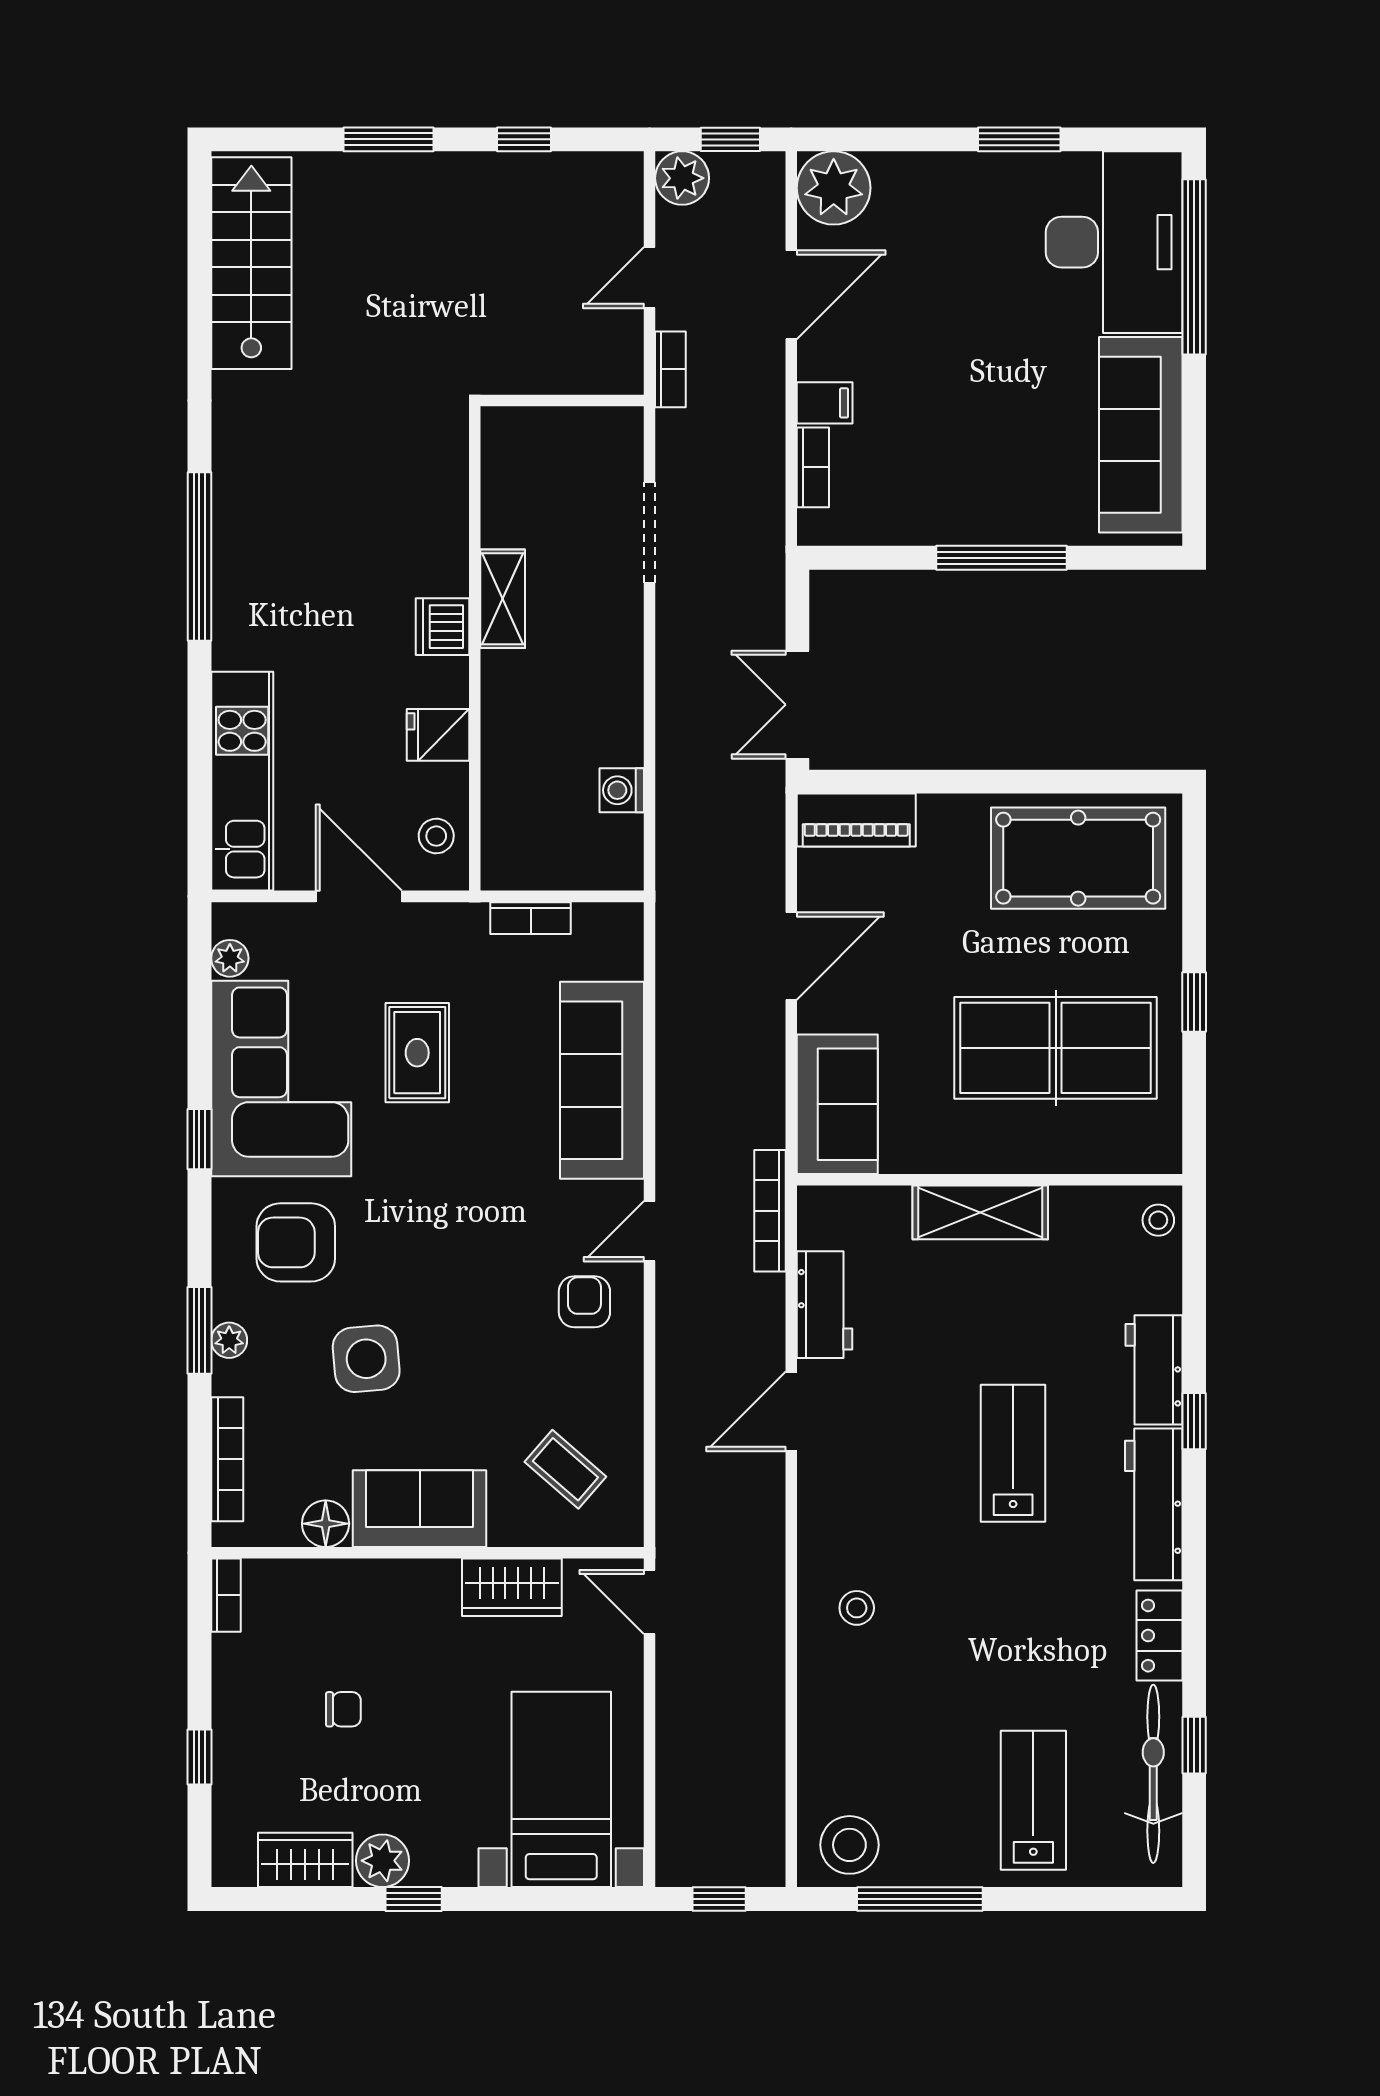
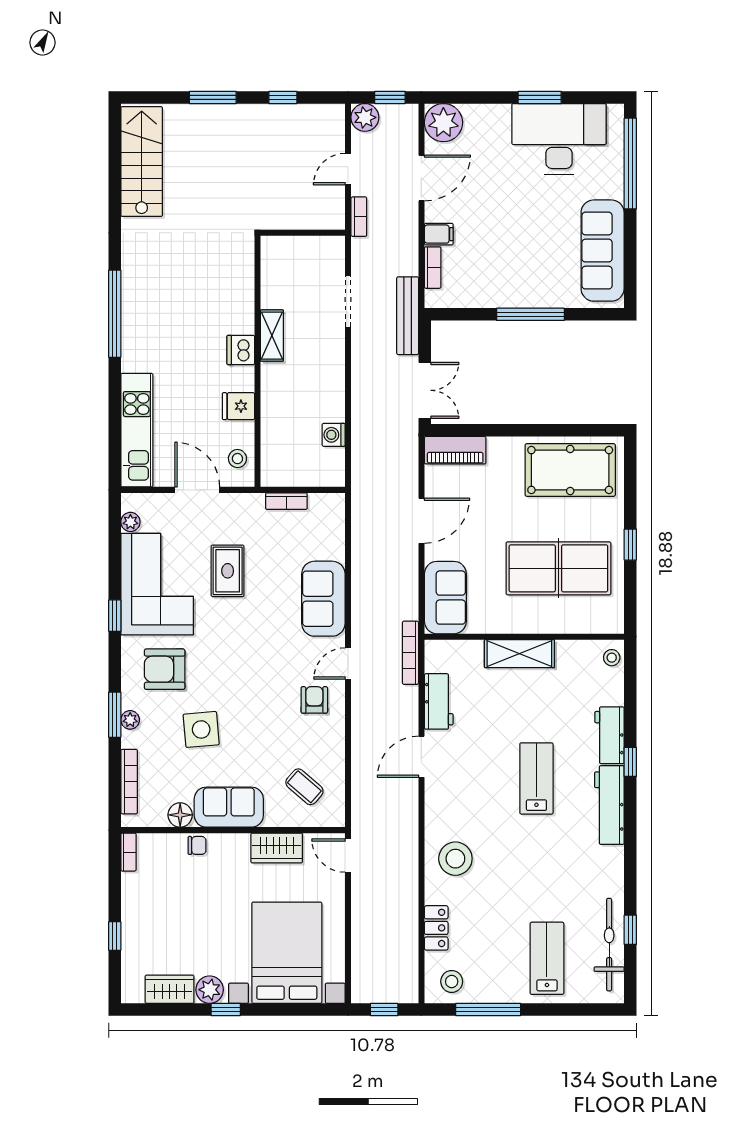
desk: (1114, 242) -> (559, 139), moved, turned -90
bench: (765, 560) -> (408, 316), added
double door: (797, 705) -> (425, 390), swing flipped
sofa: (602, 1080) -> (323, 599), width x0.73
stool: (857, 1608) -> (455, 859), width x1.89, depth x1.89
locker: (1159, 1636) -> (436, 928), moved, turned 180
chair: (343, 1709) -> (197, 845), moved
bed with nightstands: (561, 1789) -> (287, 953), width x1.36
stool: (849, 1845) -> (452, 981), width x0.73, depth x0.73

